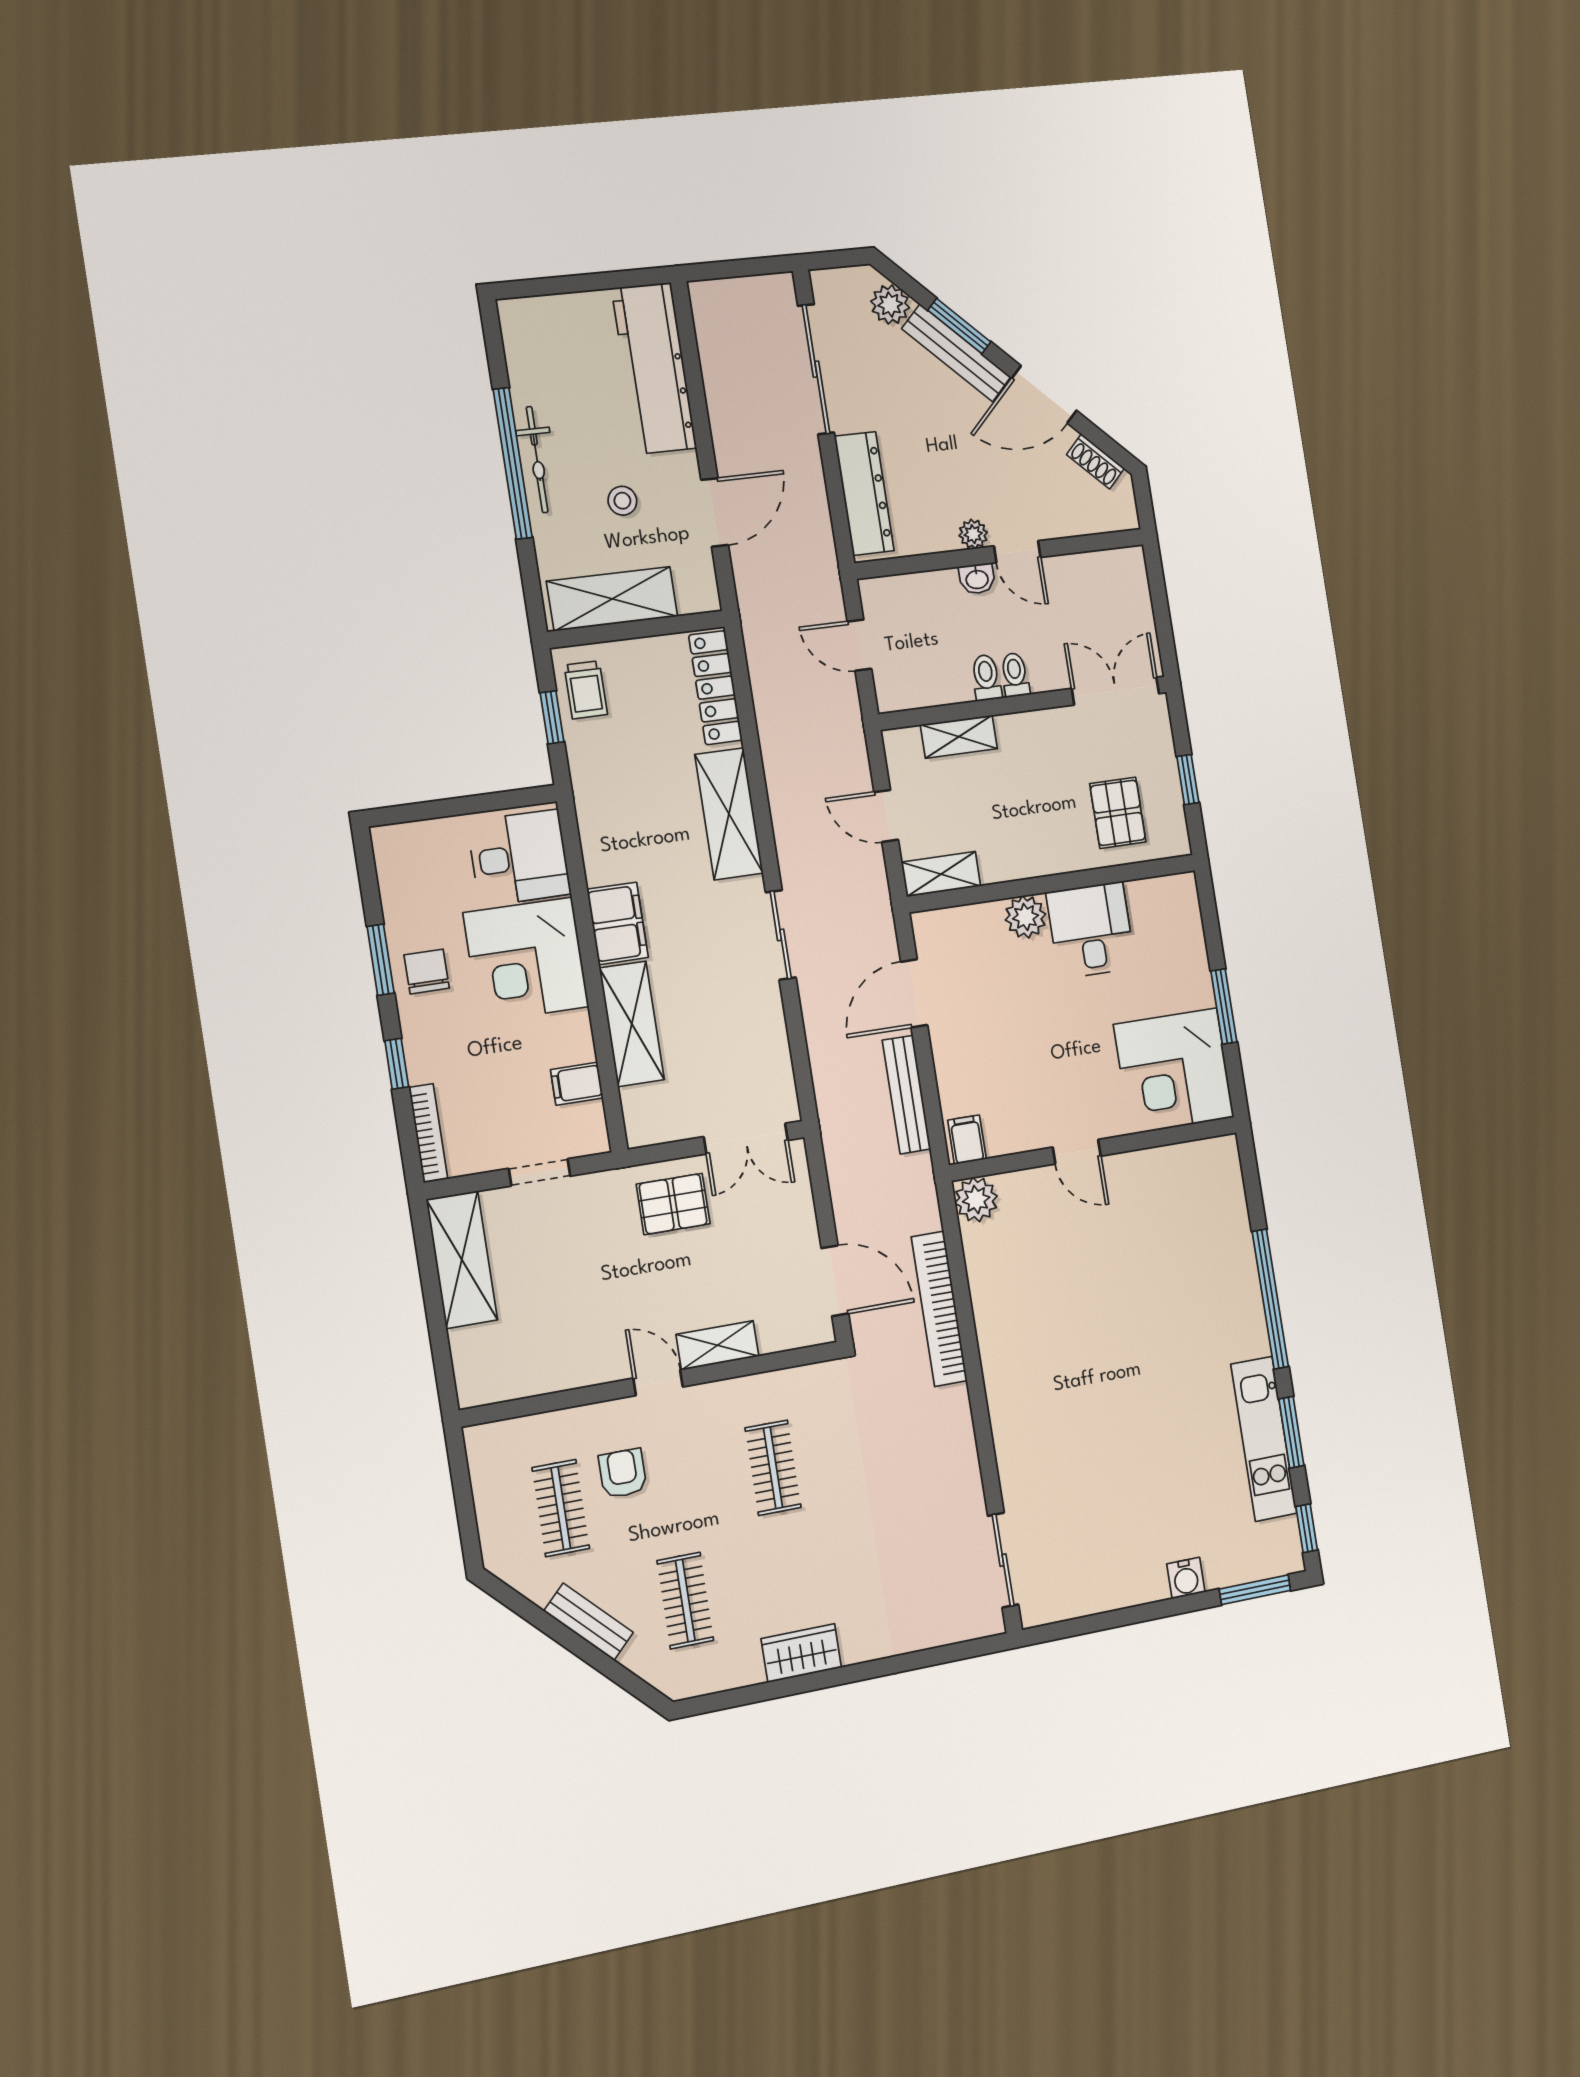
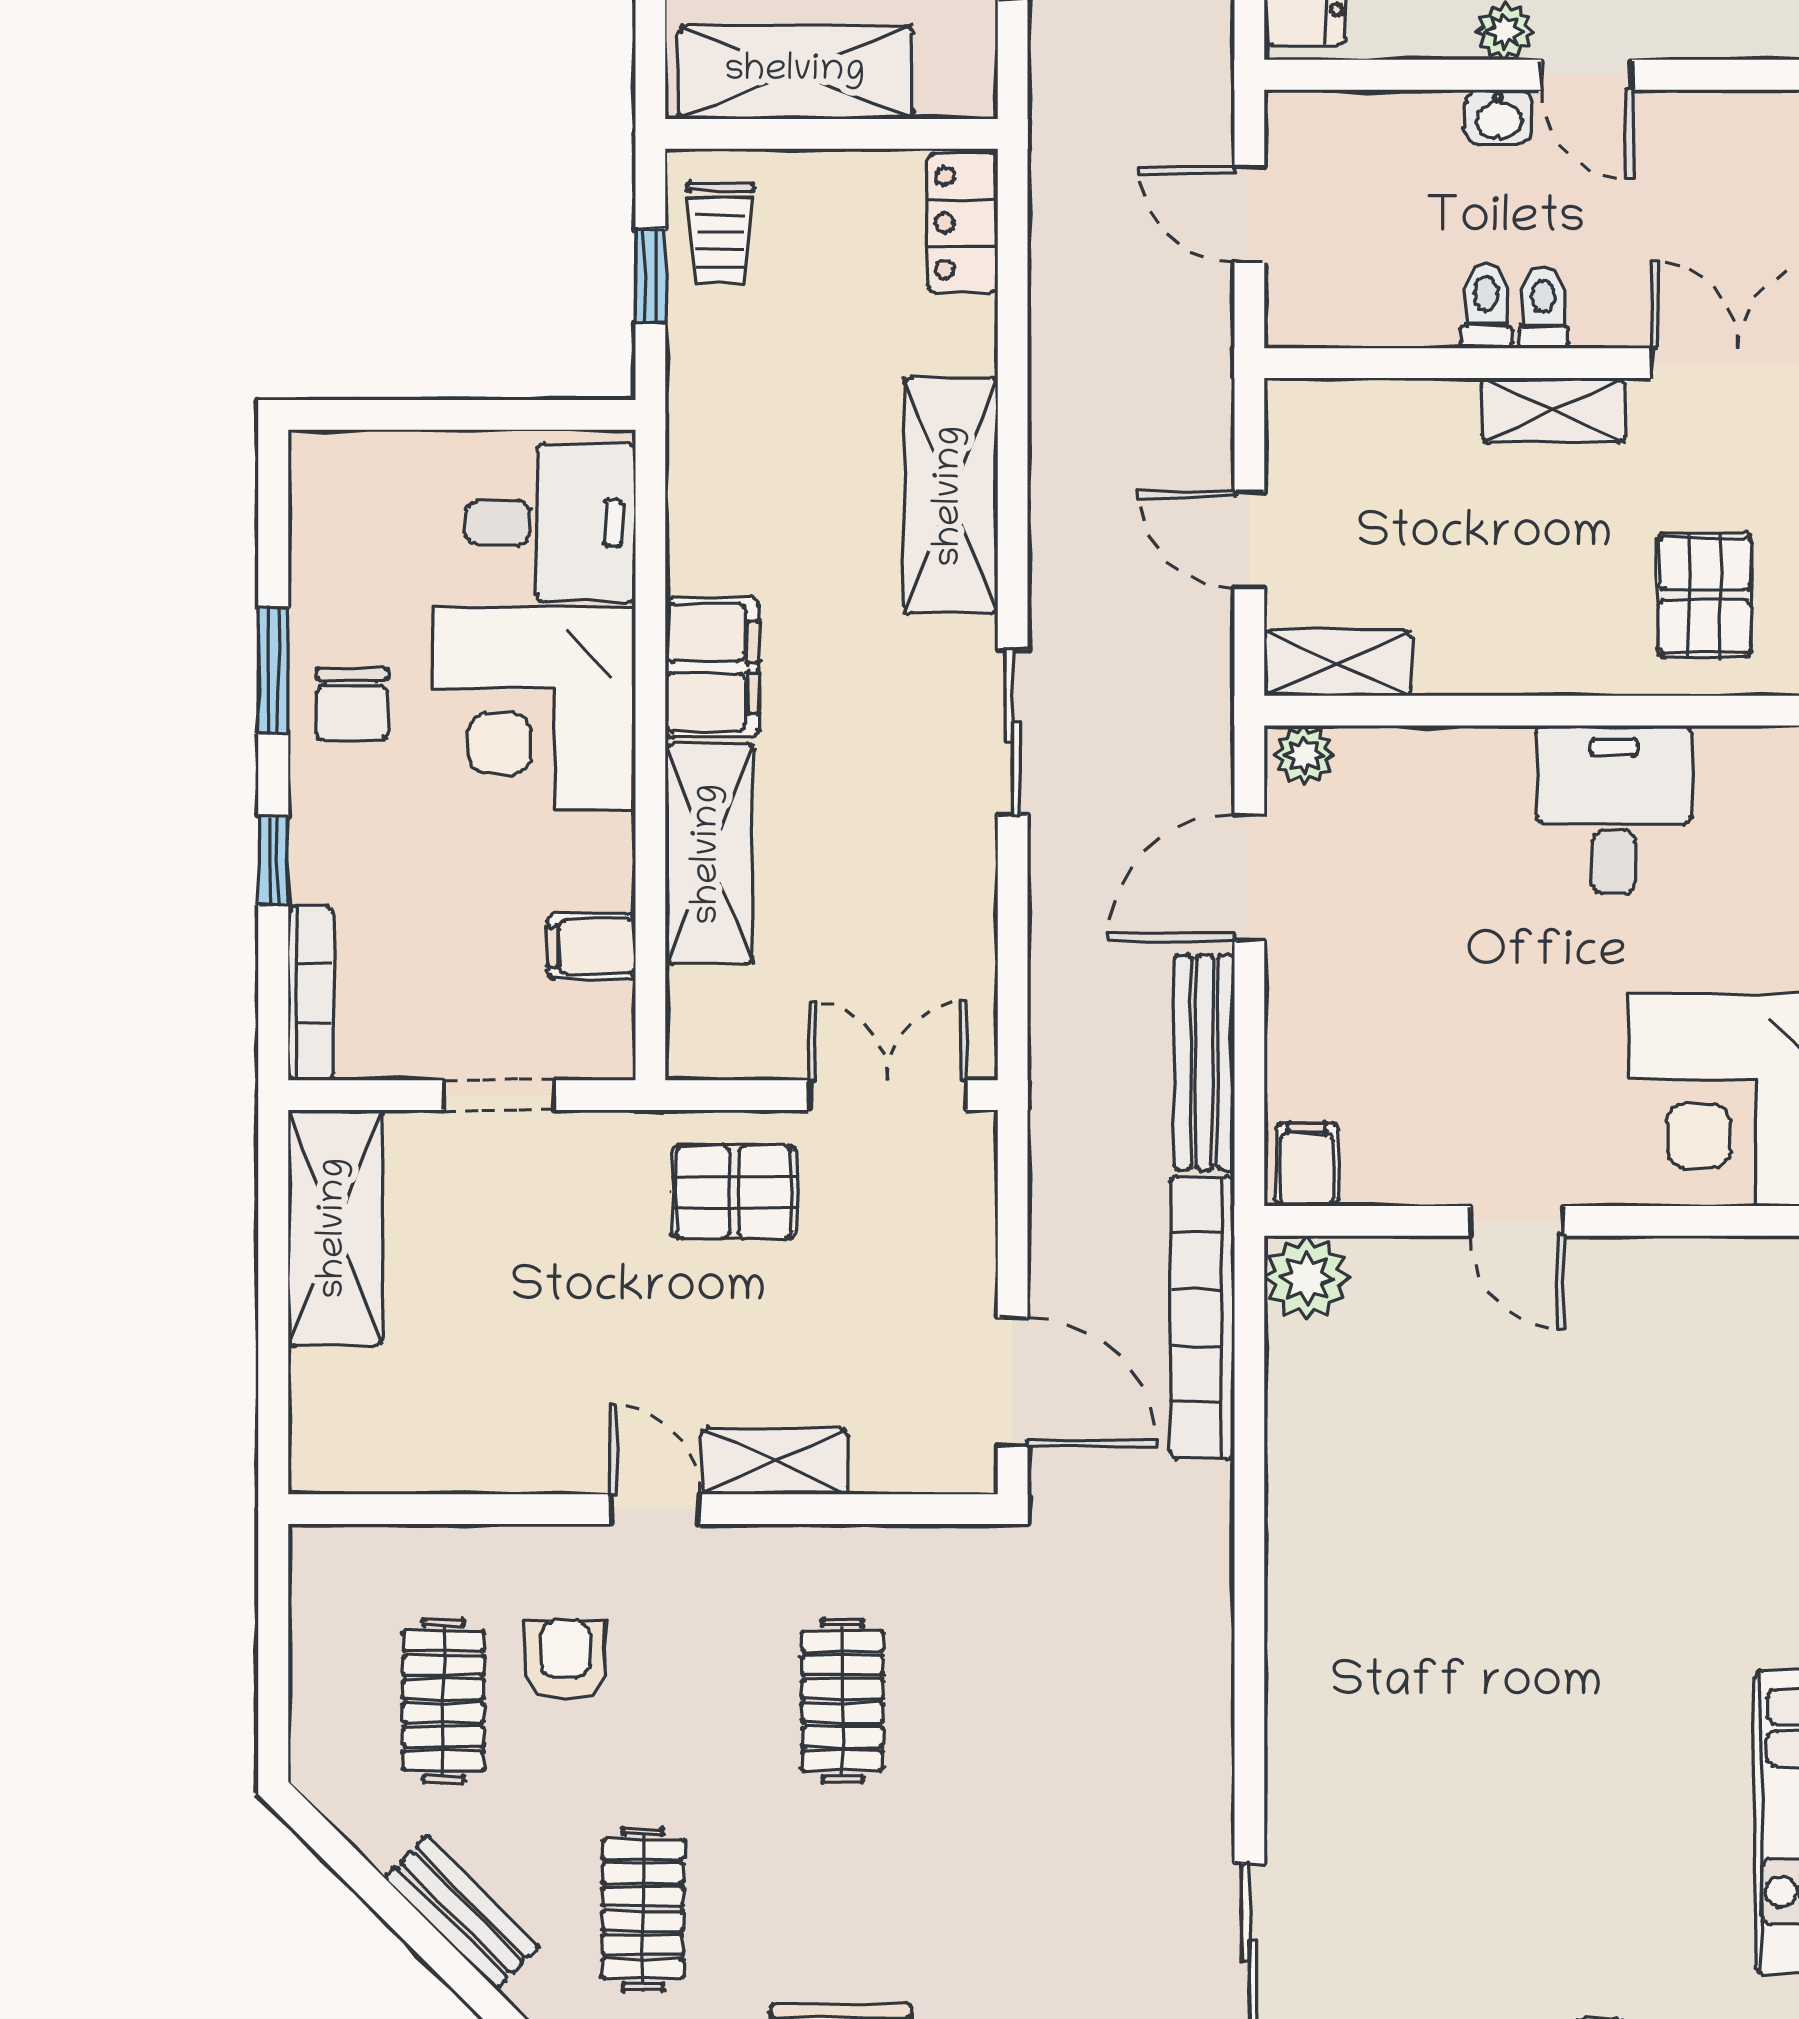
locker: (715, 688) -> (963, 223), width x0.66
shelving: (959, 737) -> (1554, 410), moved
plant: (1026, 917) -> (1304, 755), moved, width x0.73, depth x0.73
chair: (427, 972) -> (352, 704), turned 180
double door: (746, 1139) -> (888, 1095), swing flipped
bookcase: (939, 1309) -> (1202, 1317), moved

